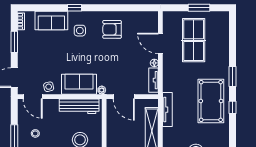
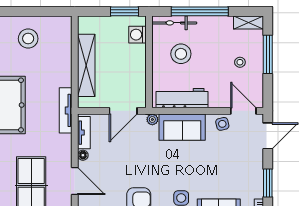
door: (124, 97) -> (123, 111), swing flipped
tv unit: (167, 110) -> (66, 110), moved

